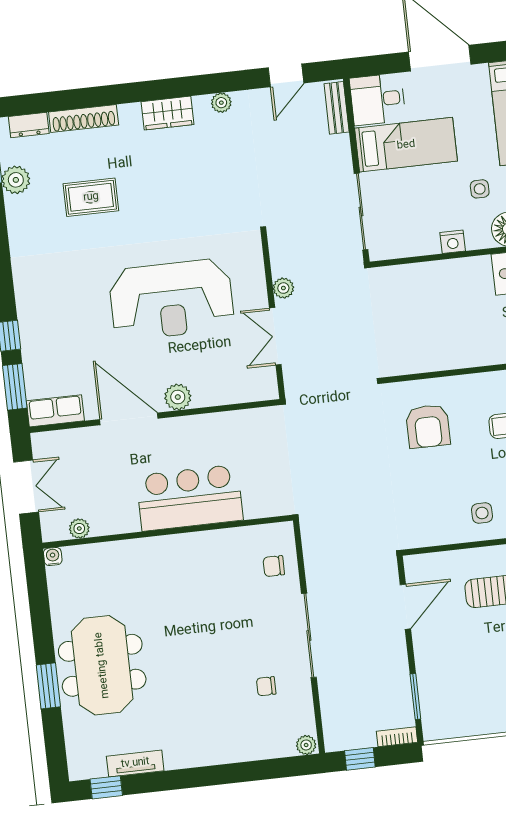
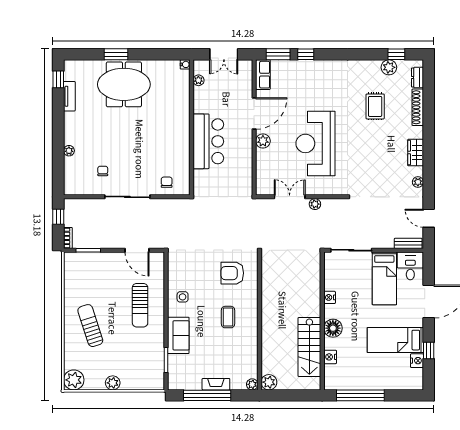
side table: (480, 189) -> (356, 315), removed
plant: (306, 745) -> (69, 151), moved

